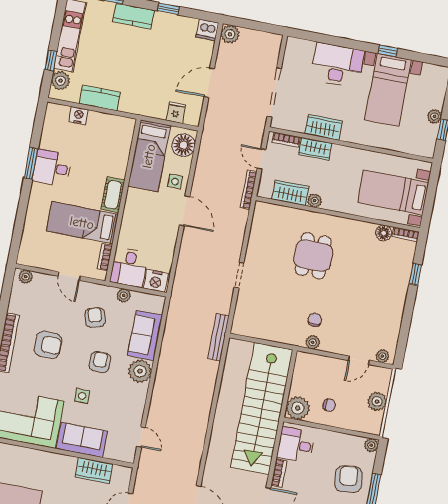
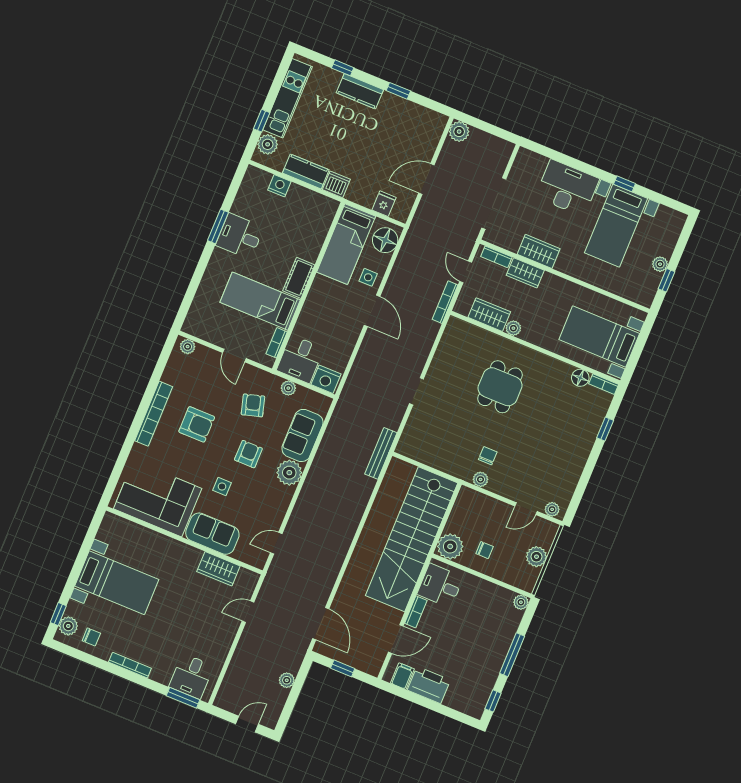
dishwasher: (207, 30) -> (336, 184), moved, turned 180
door: (141, 437) -> (276, 543), swing flipped
armchair: (349, 479) -> (489, 634), removed

